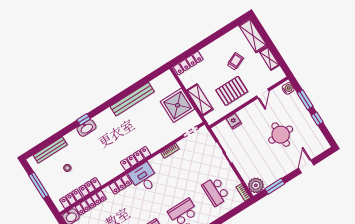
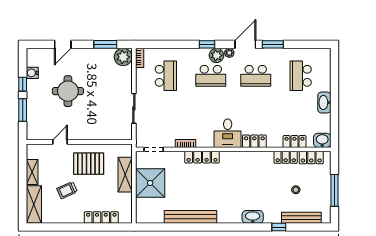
locker: (188, 63) -> (101, 217), moved
water cooler: (288, 88) -> (32, 73), moved
window: (84, 119) -> (279, 227), moved
fridge: (234, 121) -> (105, 133), removed
locker: (135, 158) -> (202, 157), moved
locker: (91, 203) -> (294, 141), width x0.66

